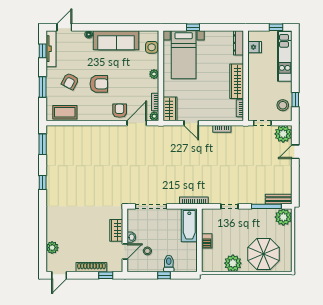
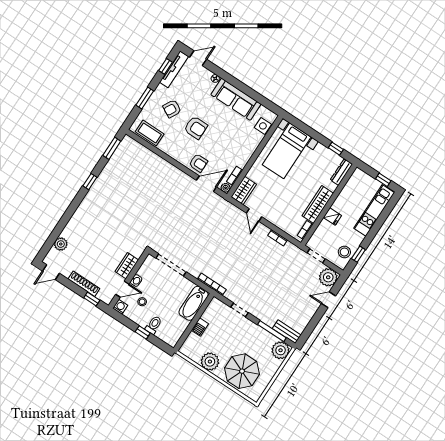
window: (193, 27) -> (336, 149), moved
fridge: (255, 47) -> (332, 216), moved
plant: (154, 74) -> (250, 151), removed
armchair: (120, 111) -> (198, 163), turned 90
washing machine: (132, 267) -> (120, 307), added

